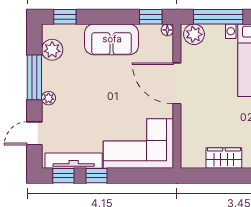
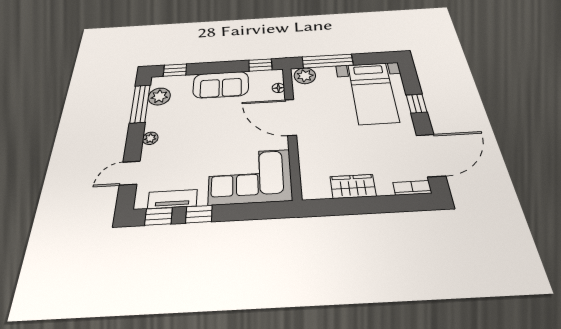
floor lamp: (167, 30) -> (278, 88), moved
window: (34, 77) -> (140, 104), moved
tv unit: (74, 161) -> (172, 199), width x0.71

